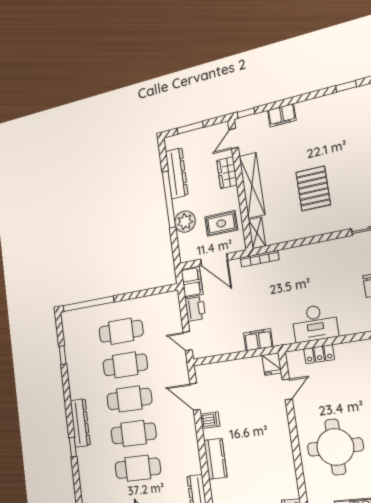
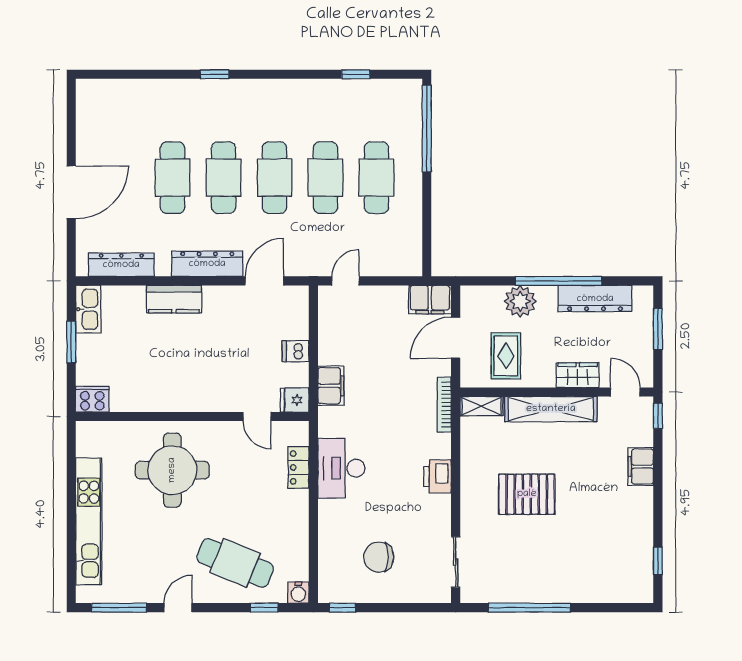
printer: (195, 309) -> (437, 476), moved, turned 90
dishwasher: (210, 420) -> (296, 351), moved, turned 90
dresser: (80, 423) -> (207, 264), moved, turned 180

